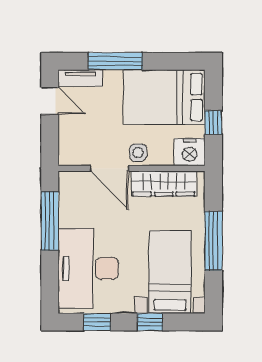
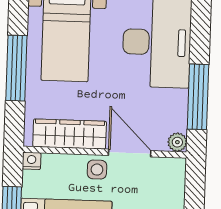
nightstand: (190, 152) -> (32, 161), width x0.53, depth x0.56
plant: (67, 180) -> (177, 142), added

